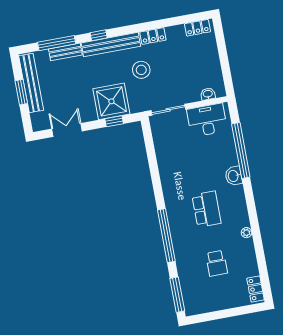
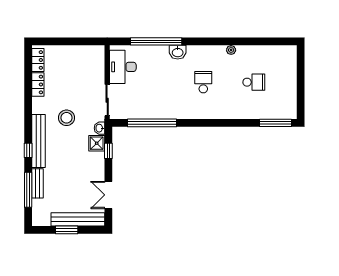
locker: (153, 36) -> (38, 84), moved
bench: (31, 83) -> (78, 219), moved
washbasin: (208, 94) -> (99, 128), moved
shower: (111, 101) -> (97, 143), width x0.54, depth x0.54
school desk: (207, 209) -> (203, 82), width x0.54
window: (166, 236) -> (152, 123), moved
locker: (256, 289) -> (284, 51), removed

